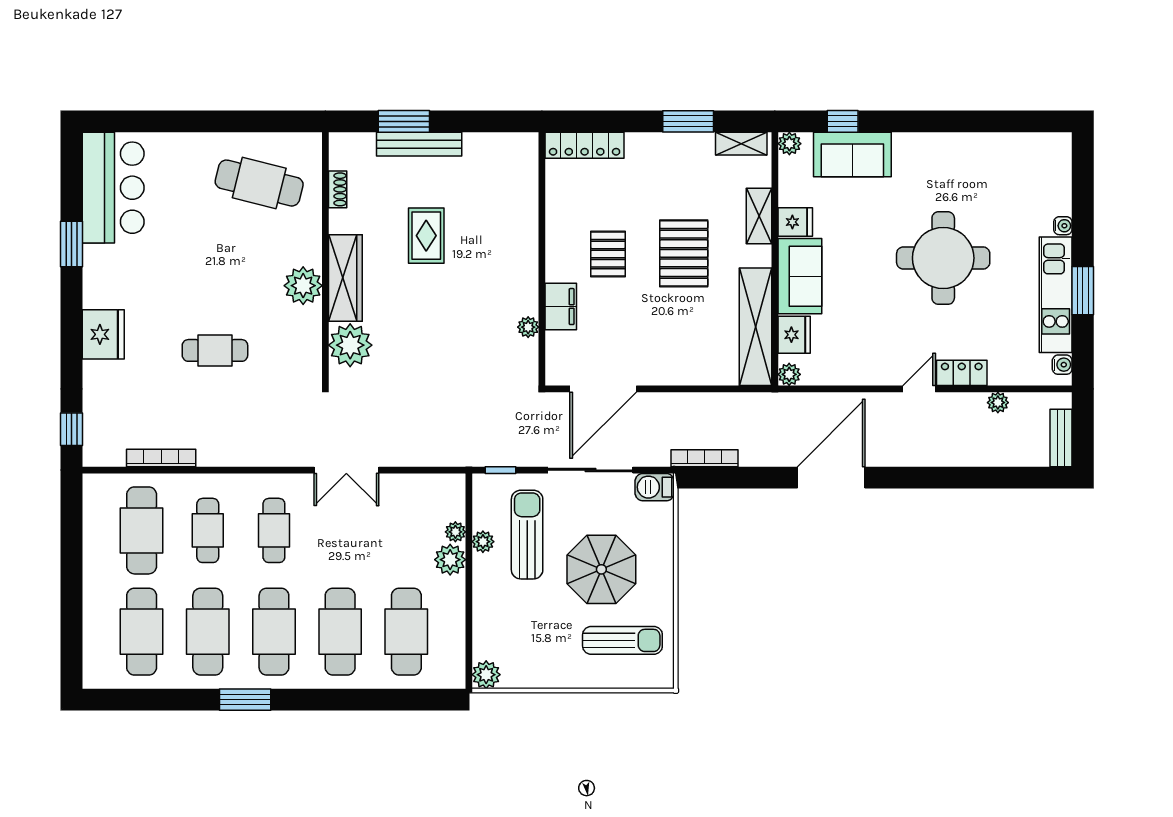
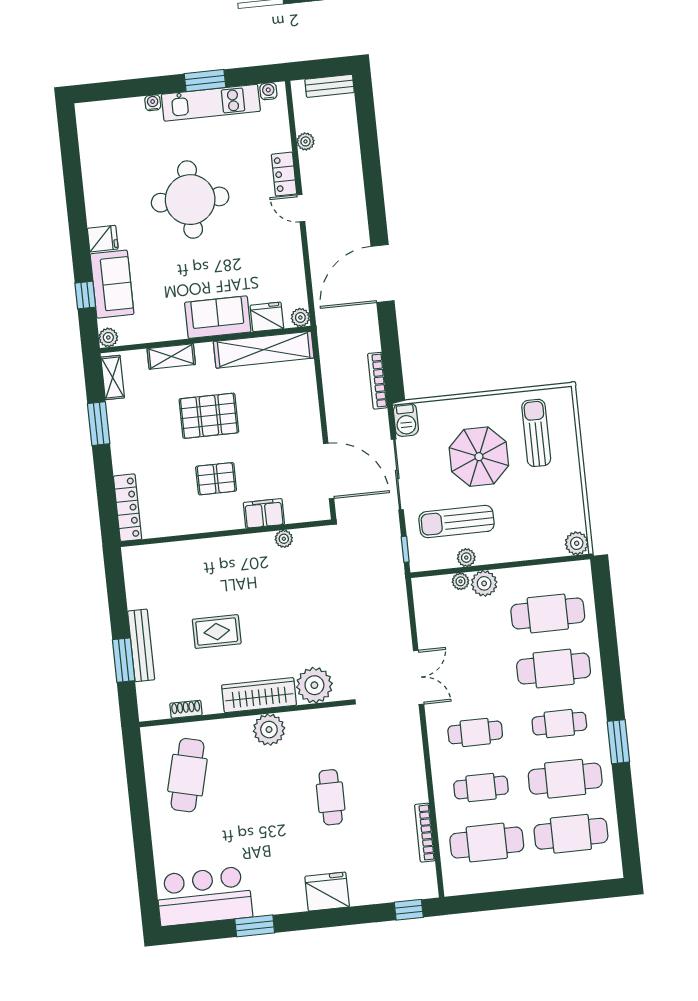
fridge: (795, 222) -> (103, 239), moved, turned 90
door: (831, 478) -> (383, 273), hinge flipped
cafe table: (274, 632) -> (559, 724), width x0.73, depth x0.74

